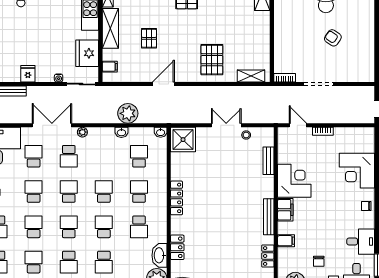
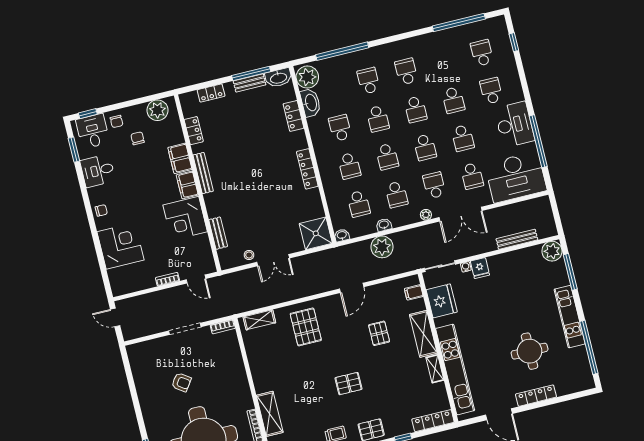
fridge: (28, 74) -> (480, 268), moved
filing cabinet: (286, 241) -> (180, 158), width x2.00
school desk: (34, 262) -> (396, 195), moved

